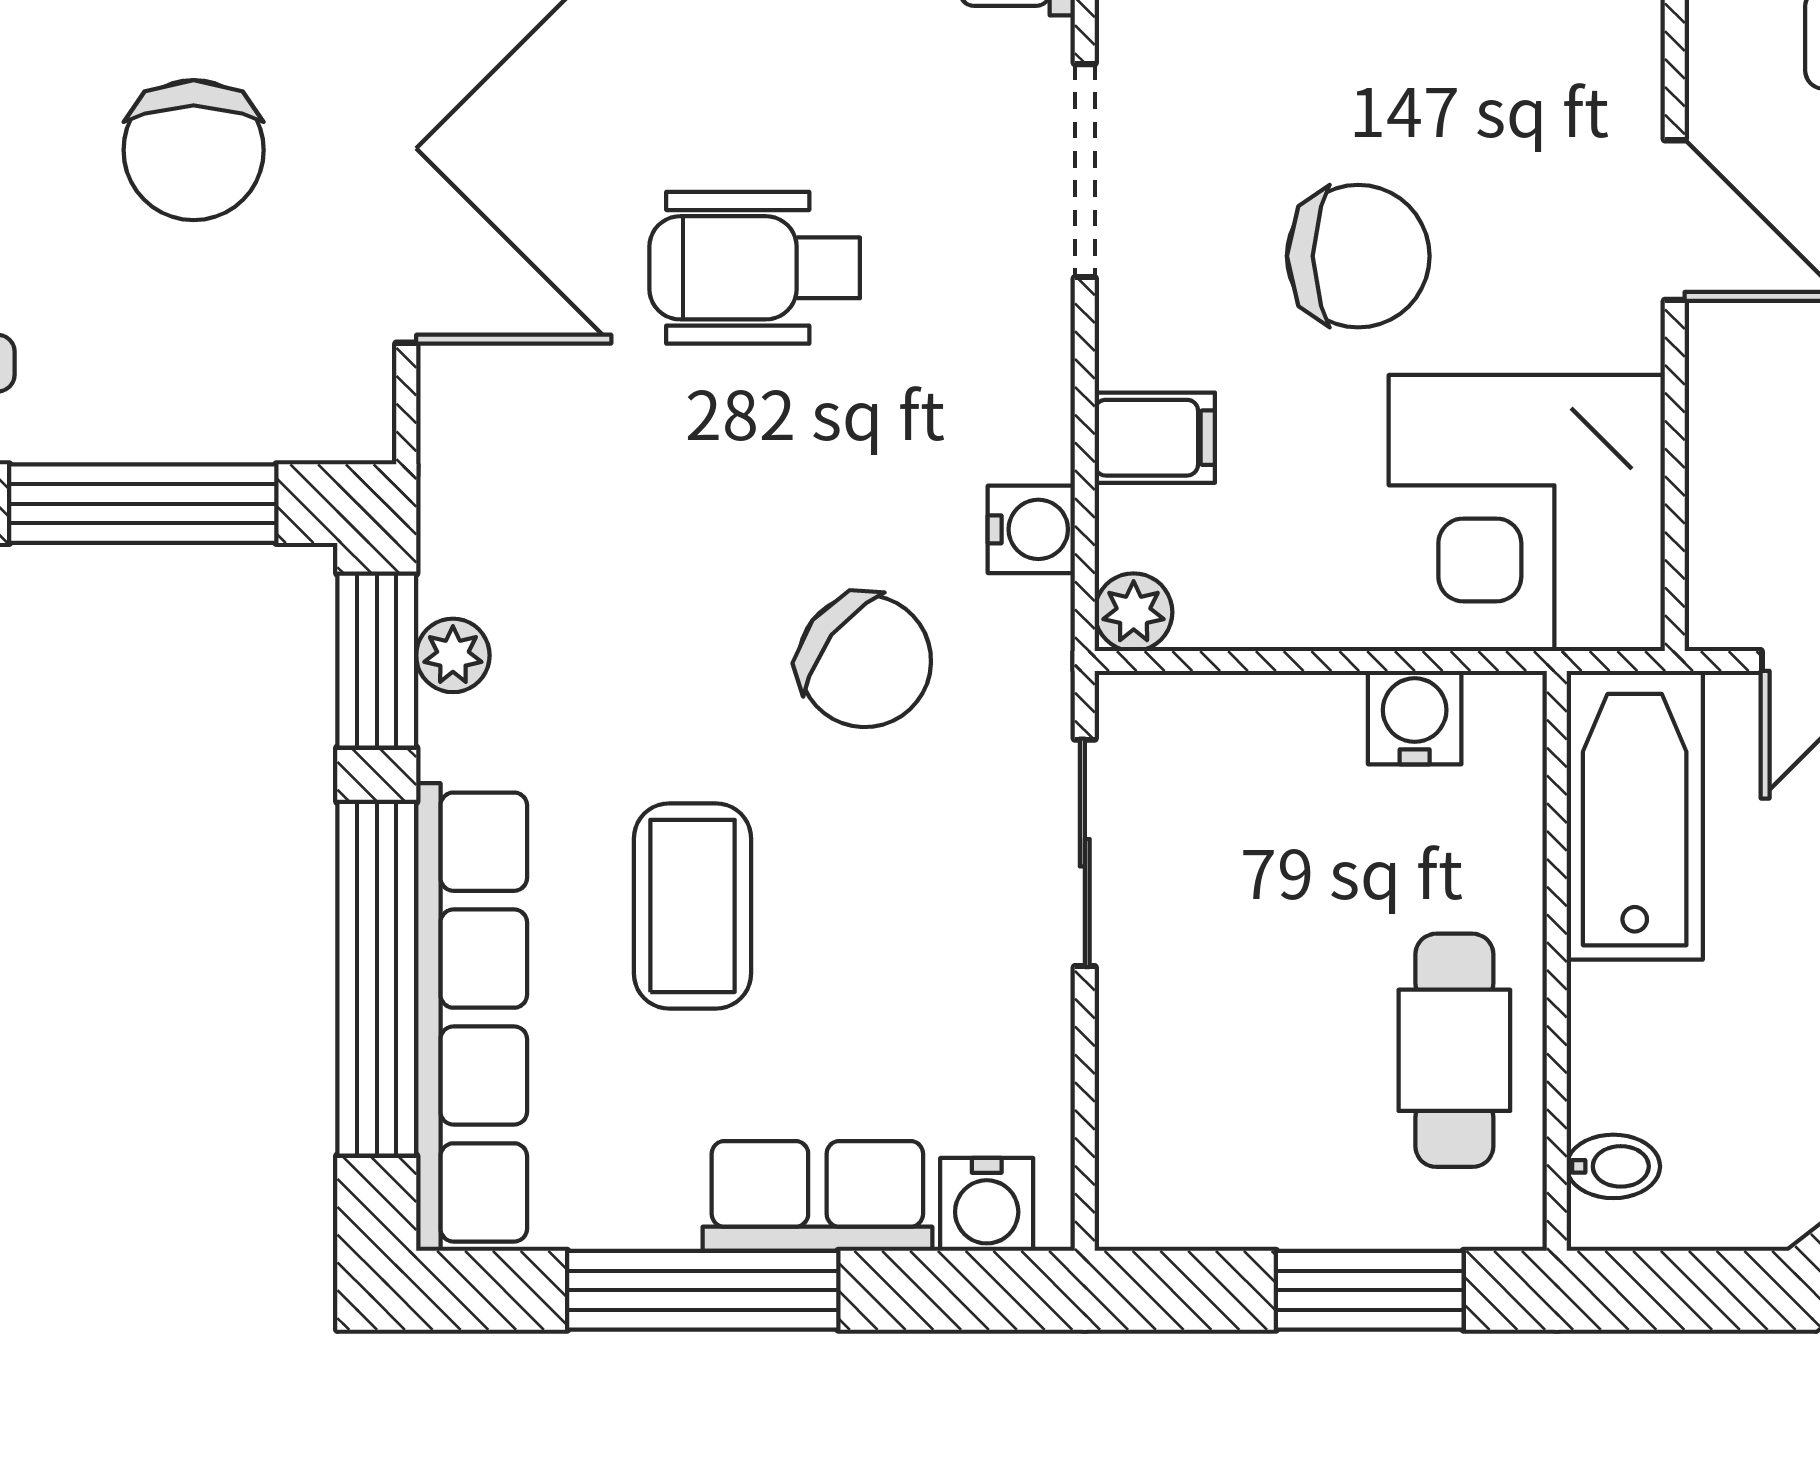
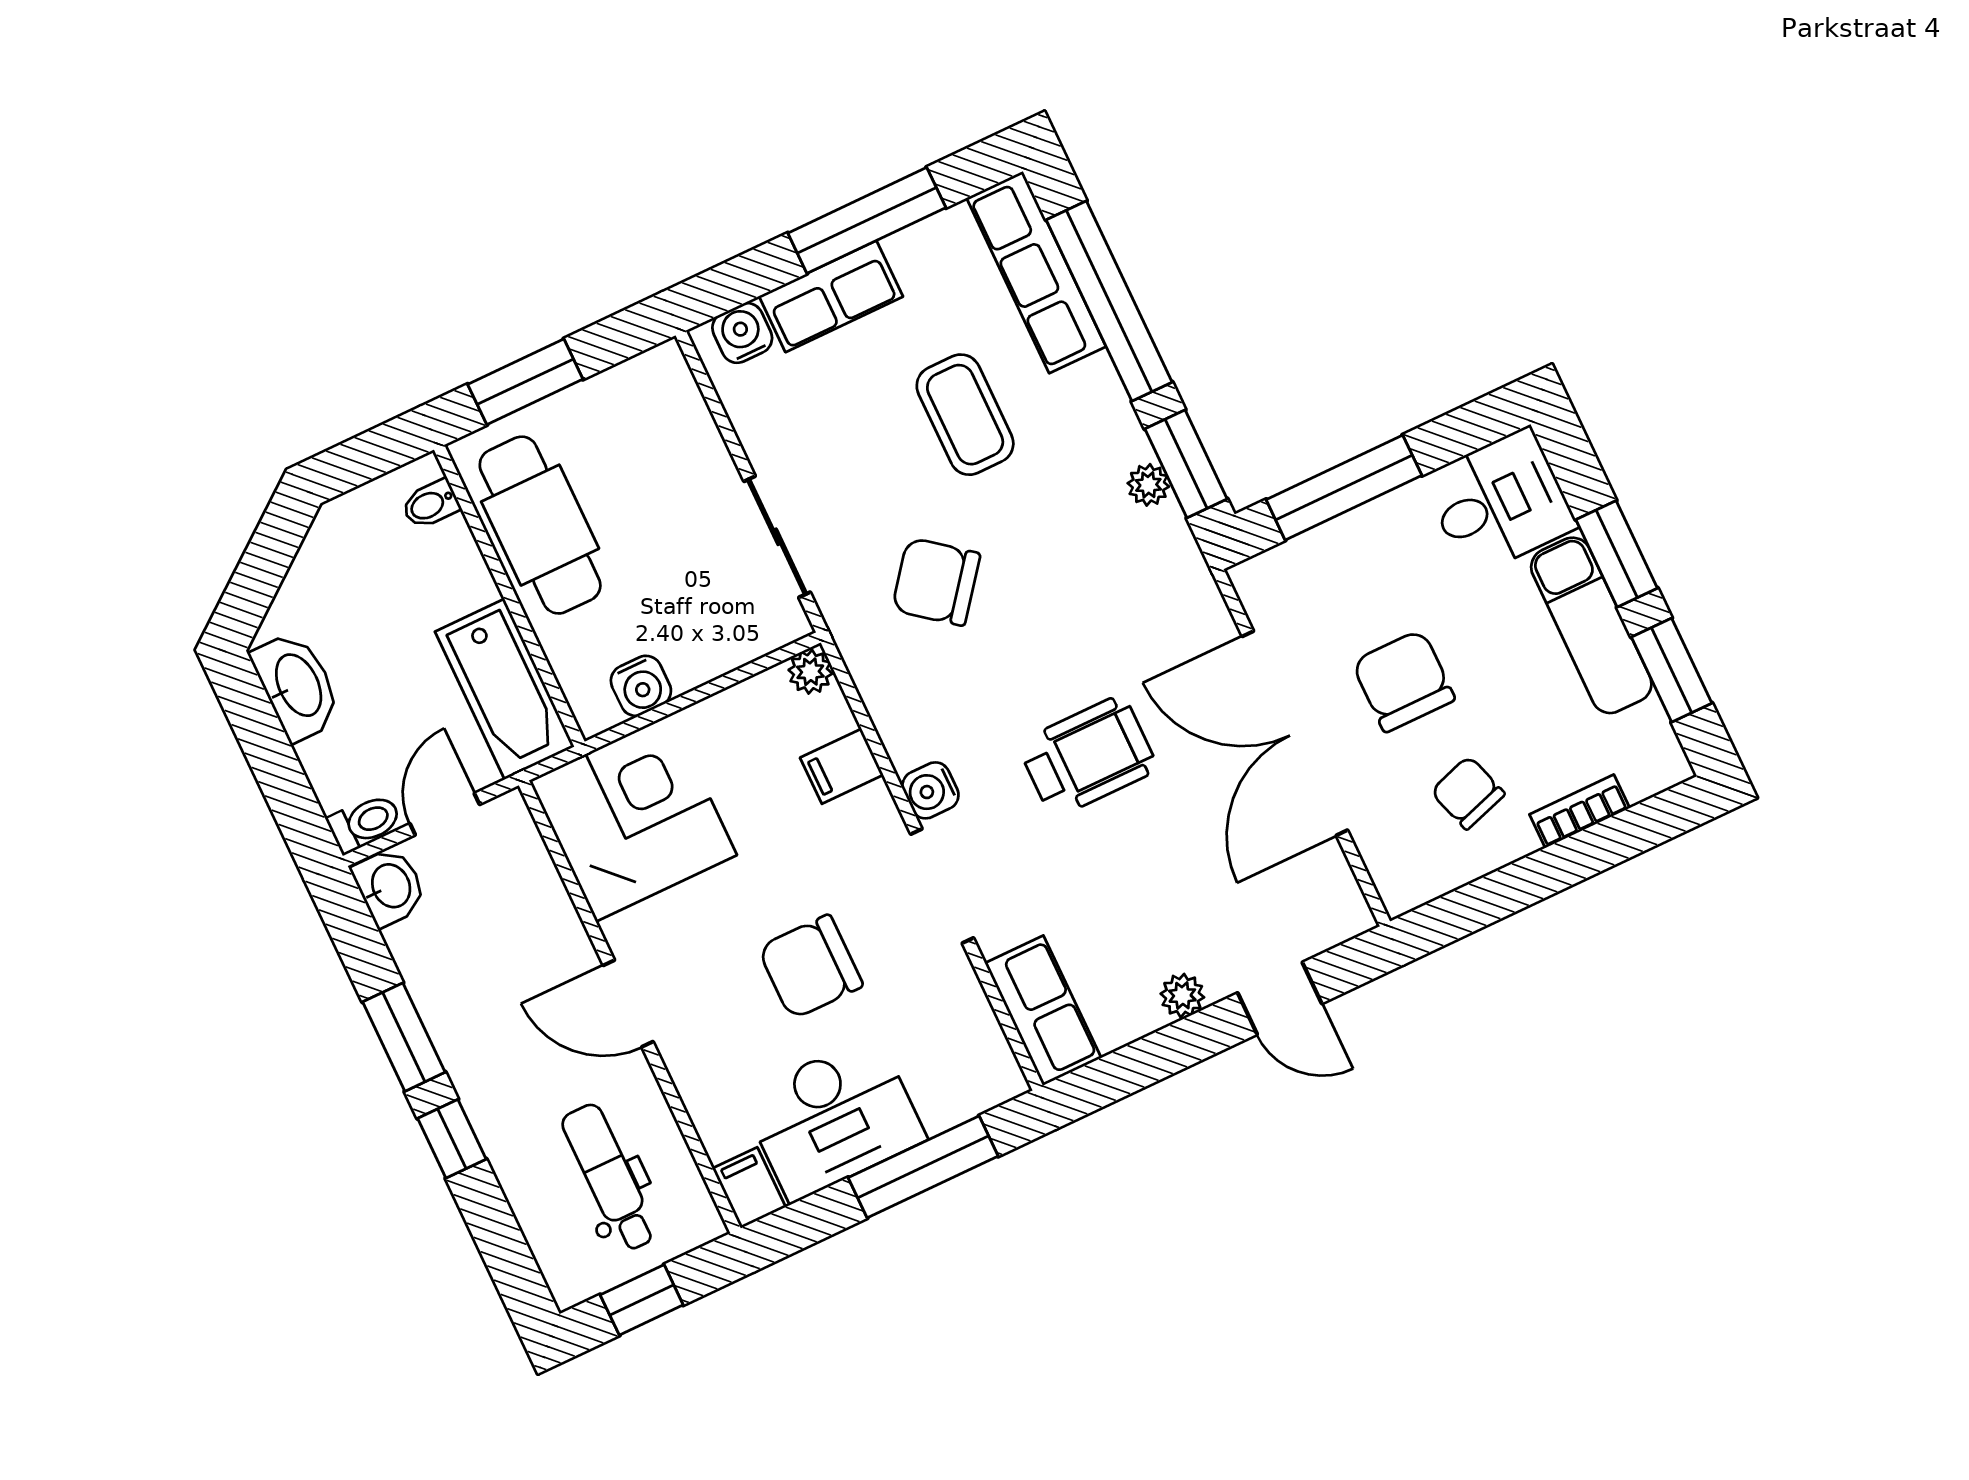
chair: (1358, 256) -> (810, 967), moved
water cooler: (1031, 529) -> (930, 790), moved
row of seats: (472, 1017) -> (1036, 272), width x0.73
cafe table: (1454, 1050) -> (540, 525), width x1.37, depth x1.35

